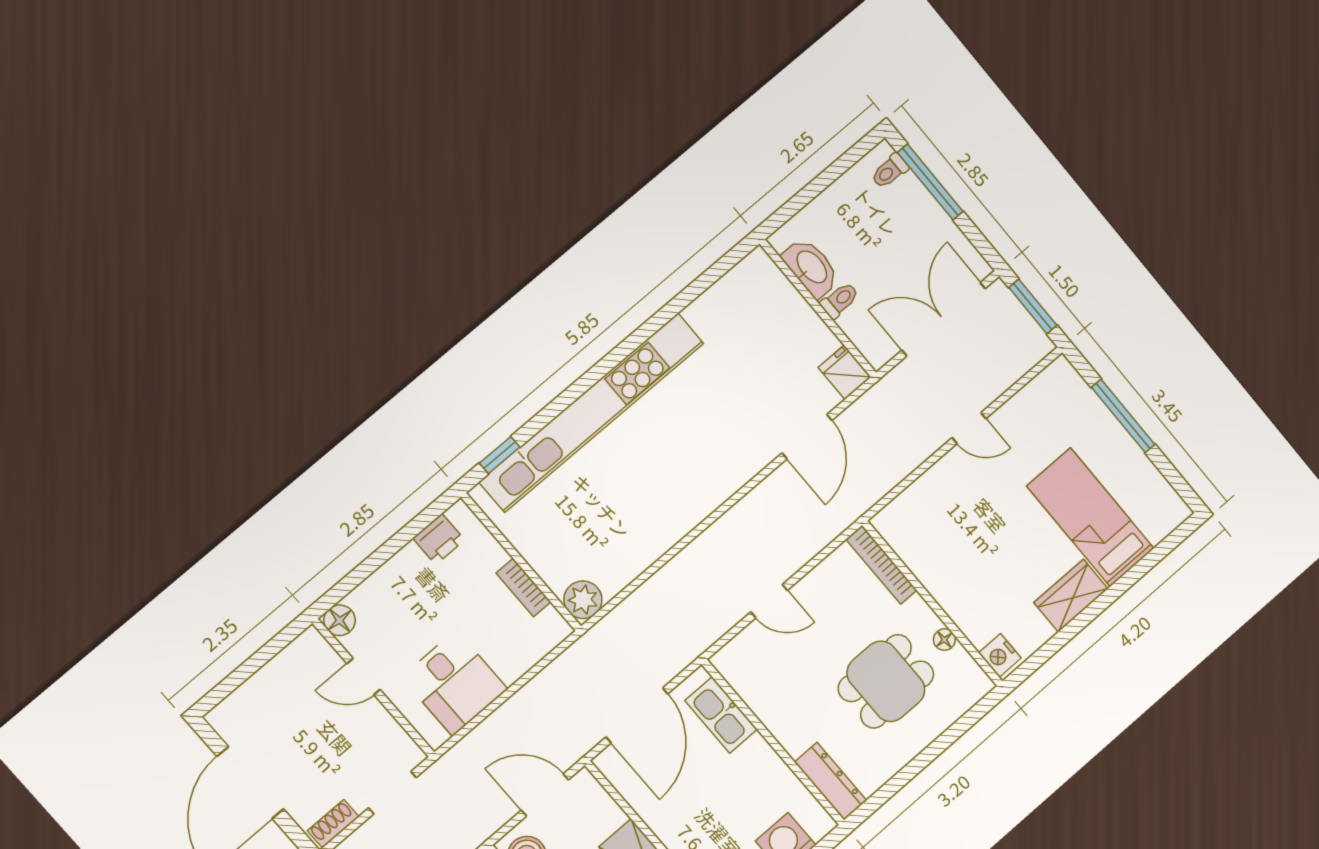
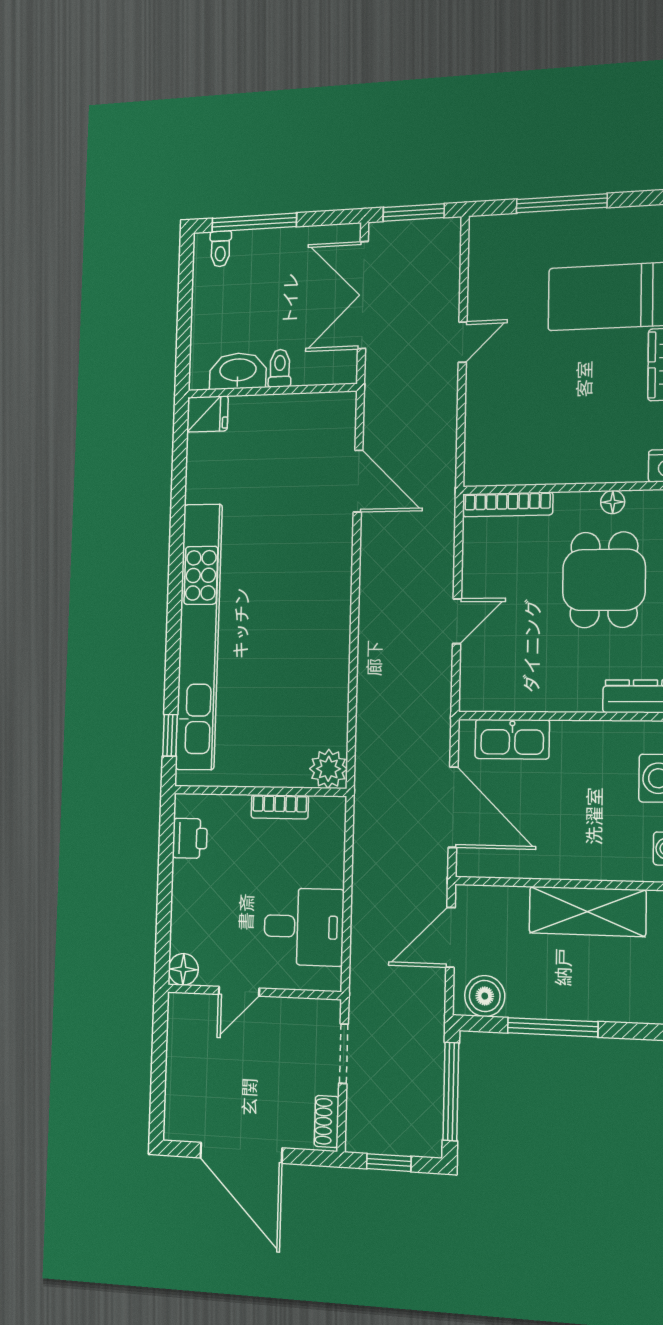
fridge: (845, 372) -> (207, 414), moved, turned 180

